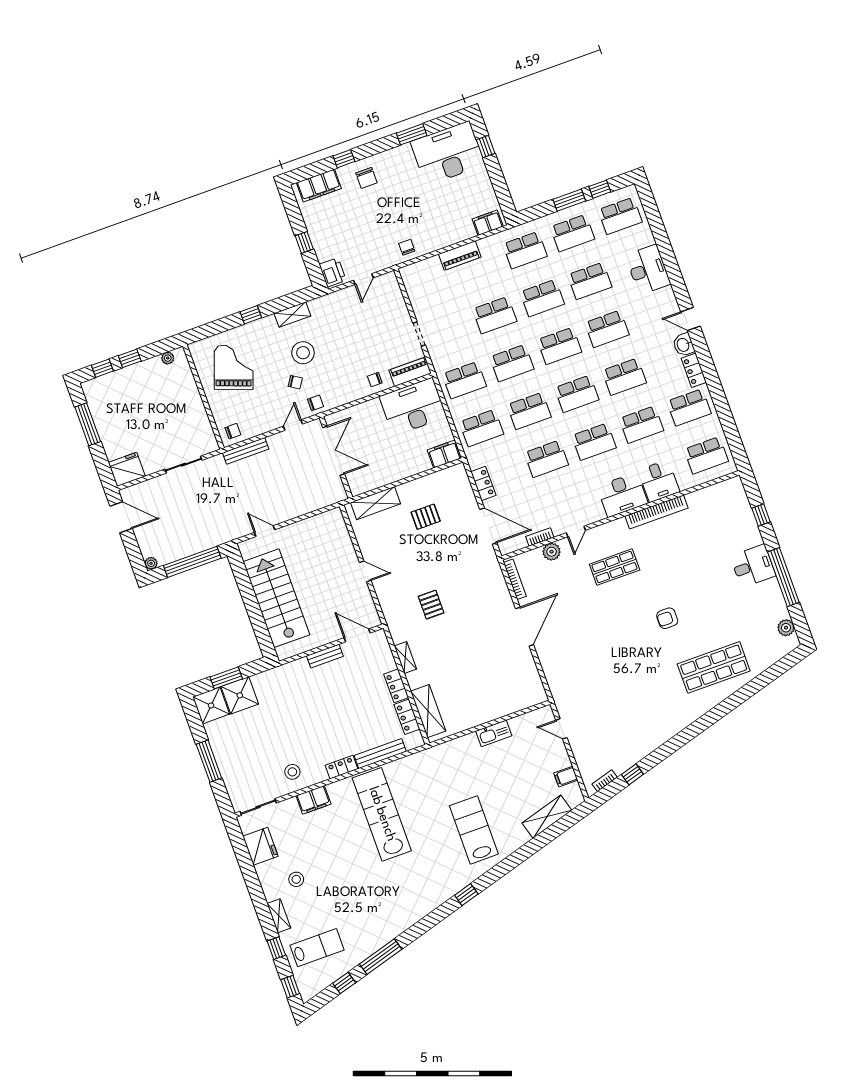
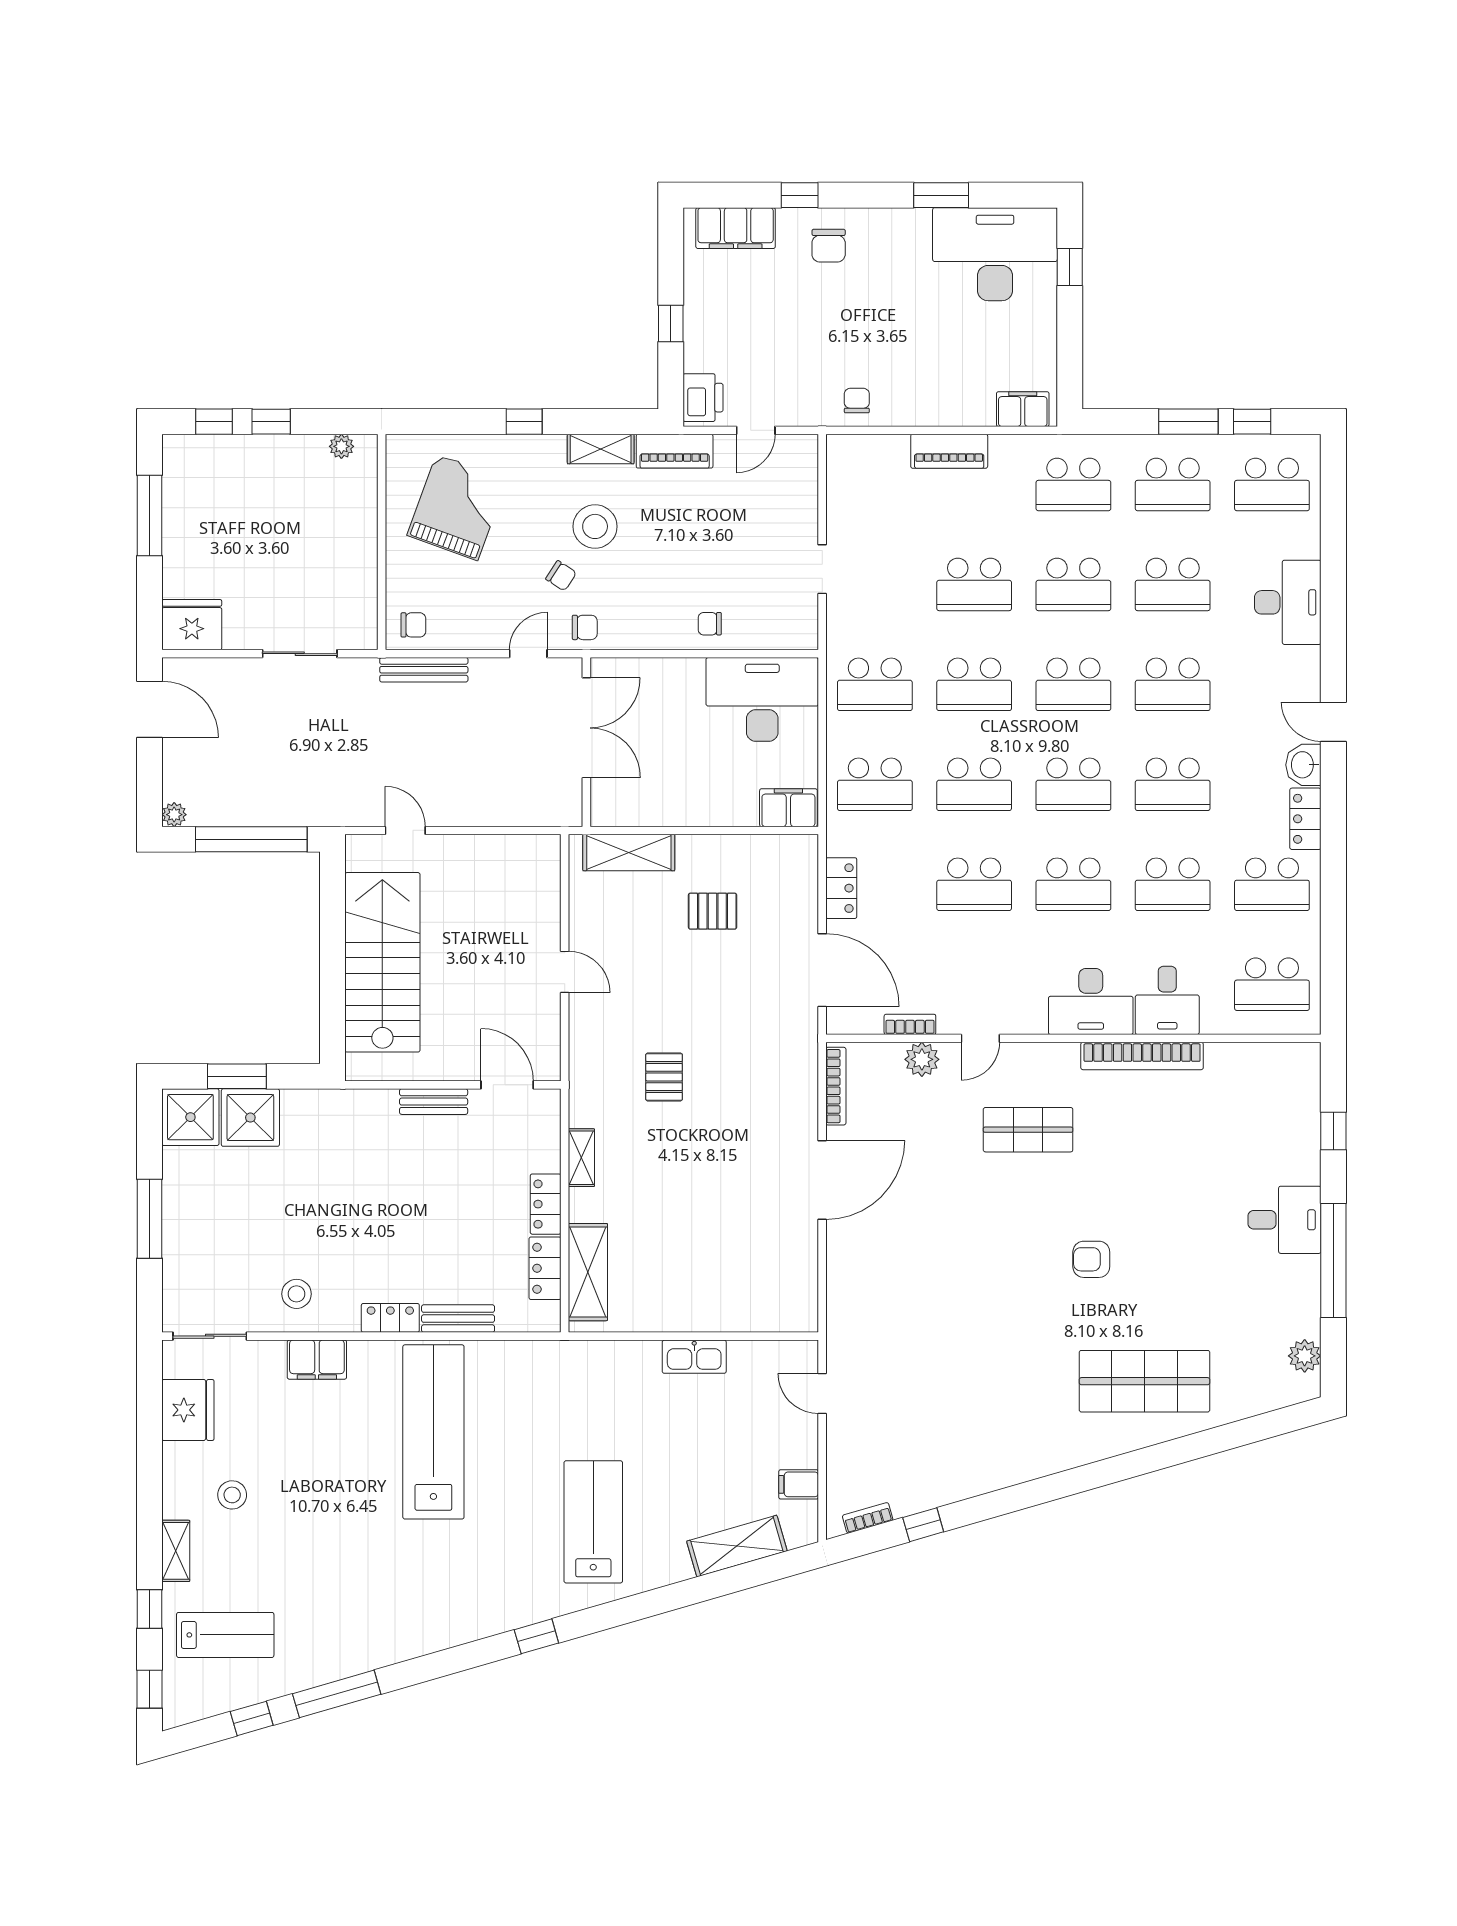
piano: (410, 372) -> (675, 451), moved, turned 180
bench: (380, 754) -> (458, 1319), width x0.73

